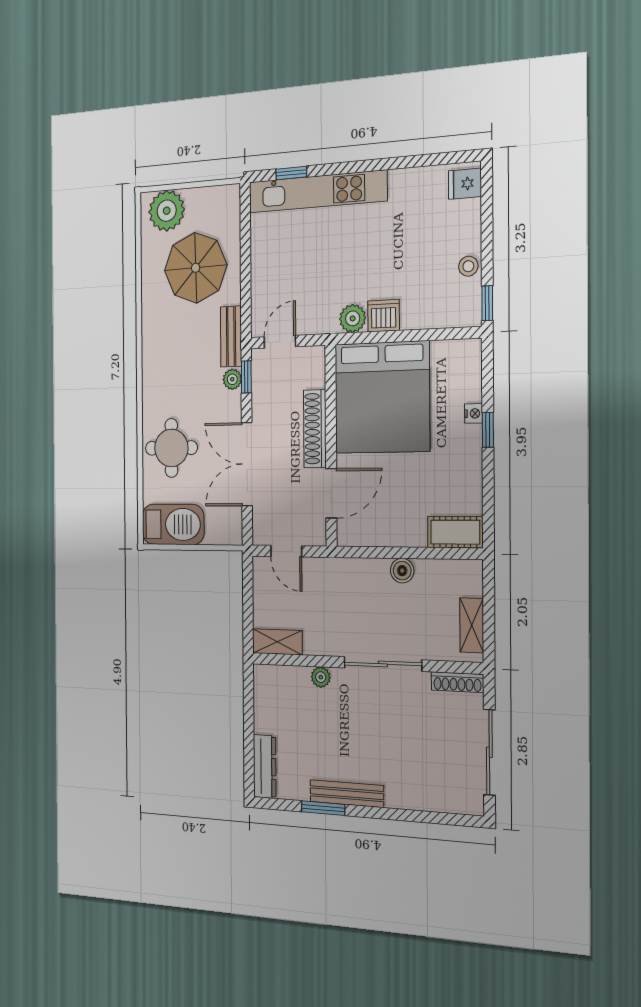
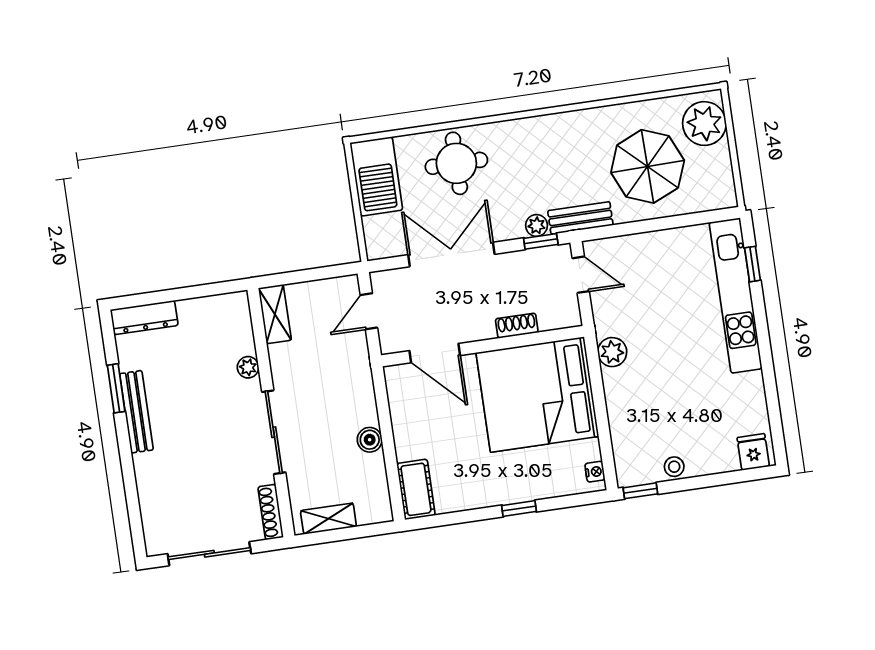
dishwasher: (384, 316) -> (618, 385), removed
nightstand: (474, 413) -> (595, 472), moved, turned -90
shoe rack: (315, 429) -> (517, 326), width x0.51, depth x0.81

